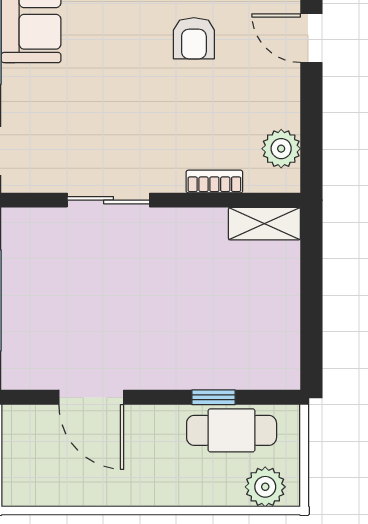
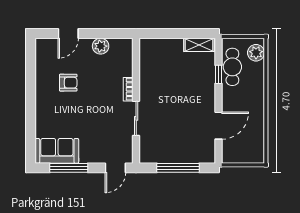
plant: (281, 149) -> (101, 46), moved
bookcase: (214, 182) -> (128, 89), moved
shelving: (264, 224) -> (199, 45), moved, turned 90

